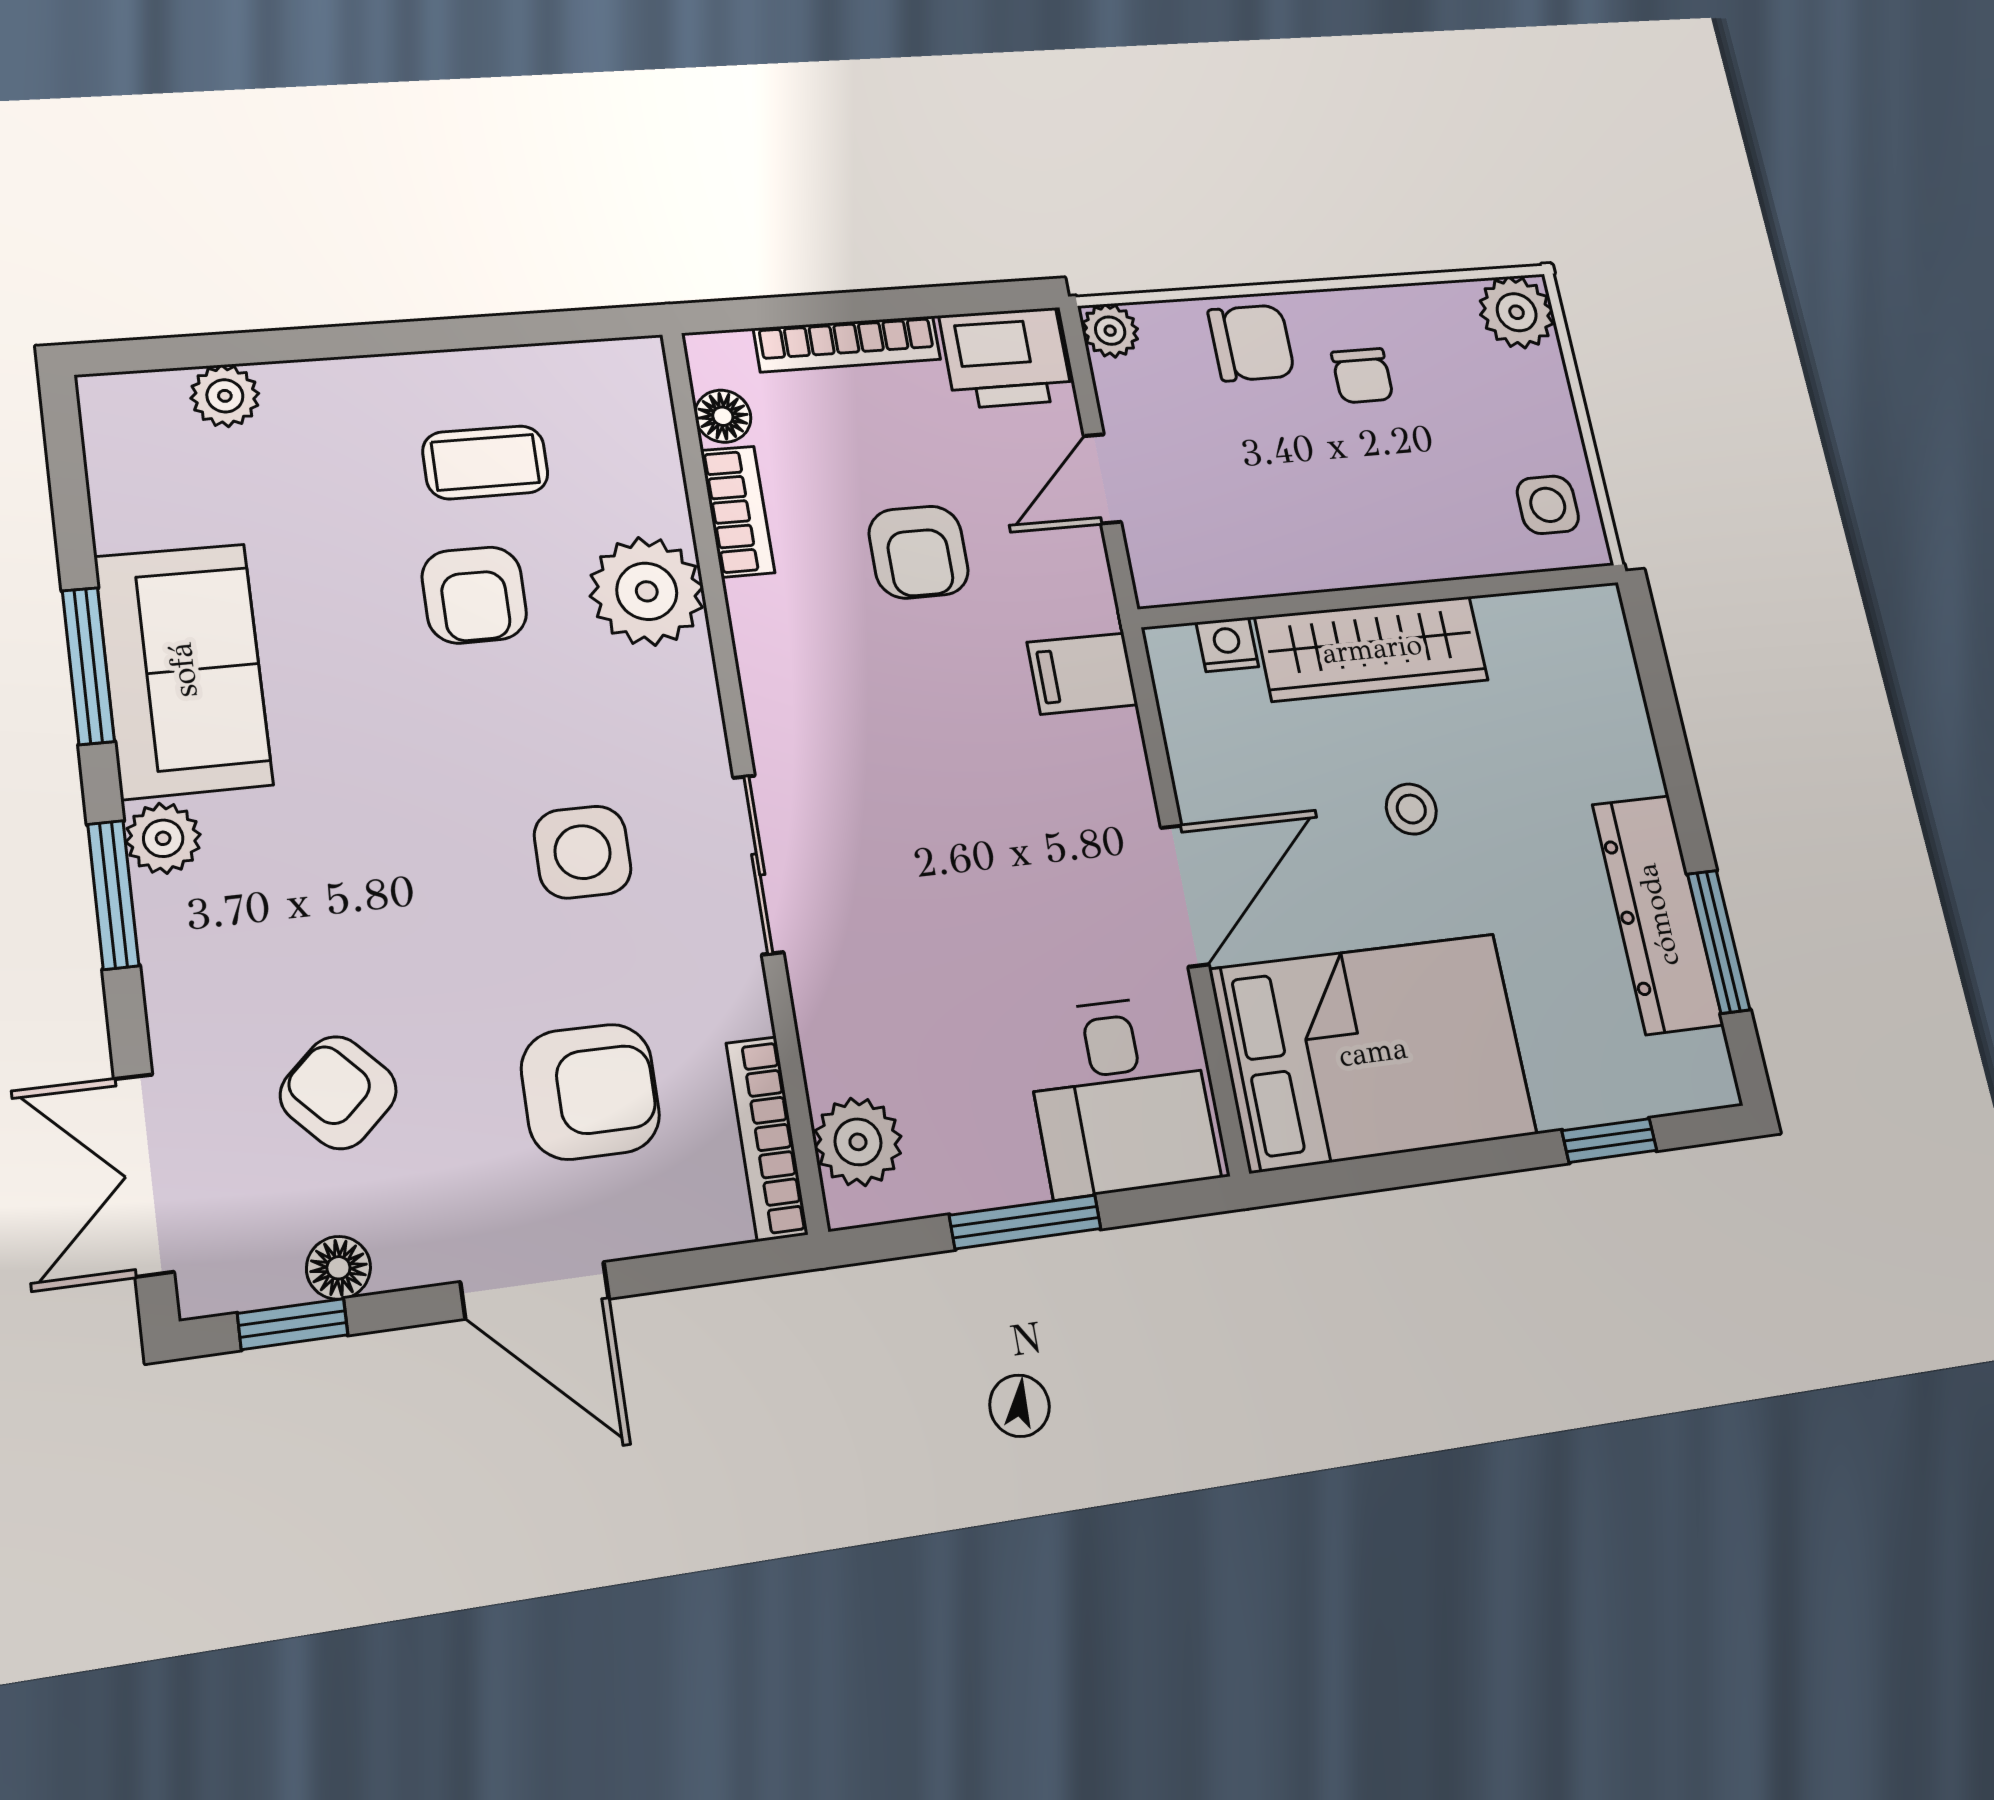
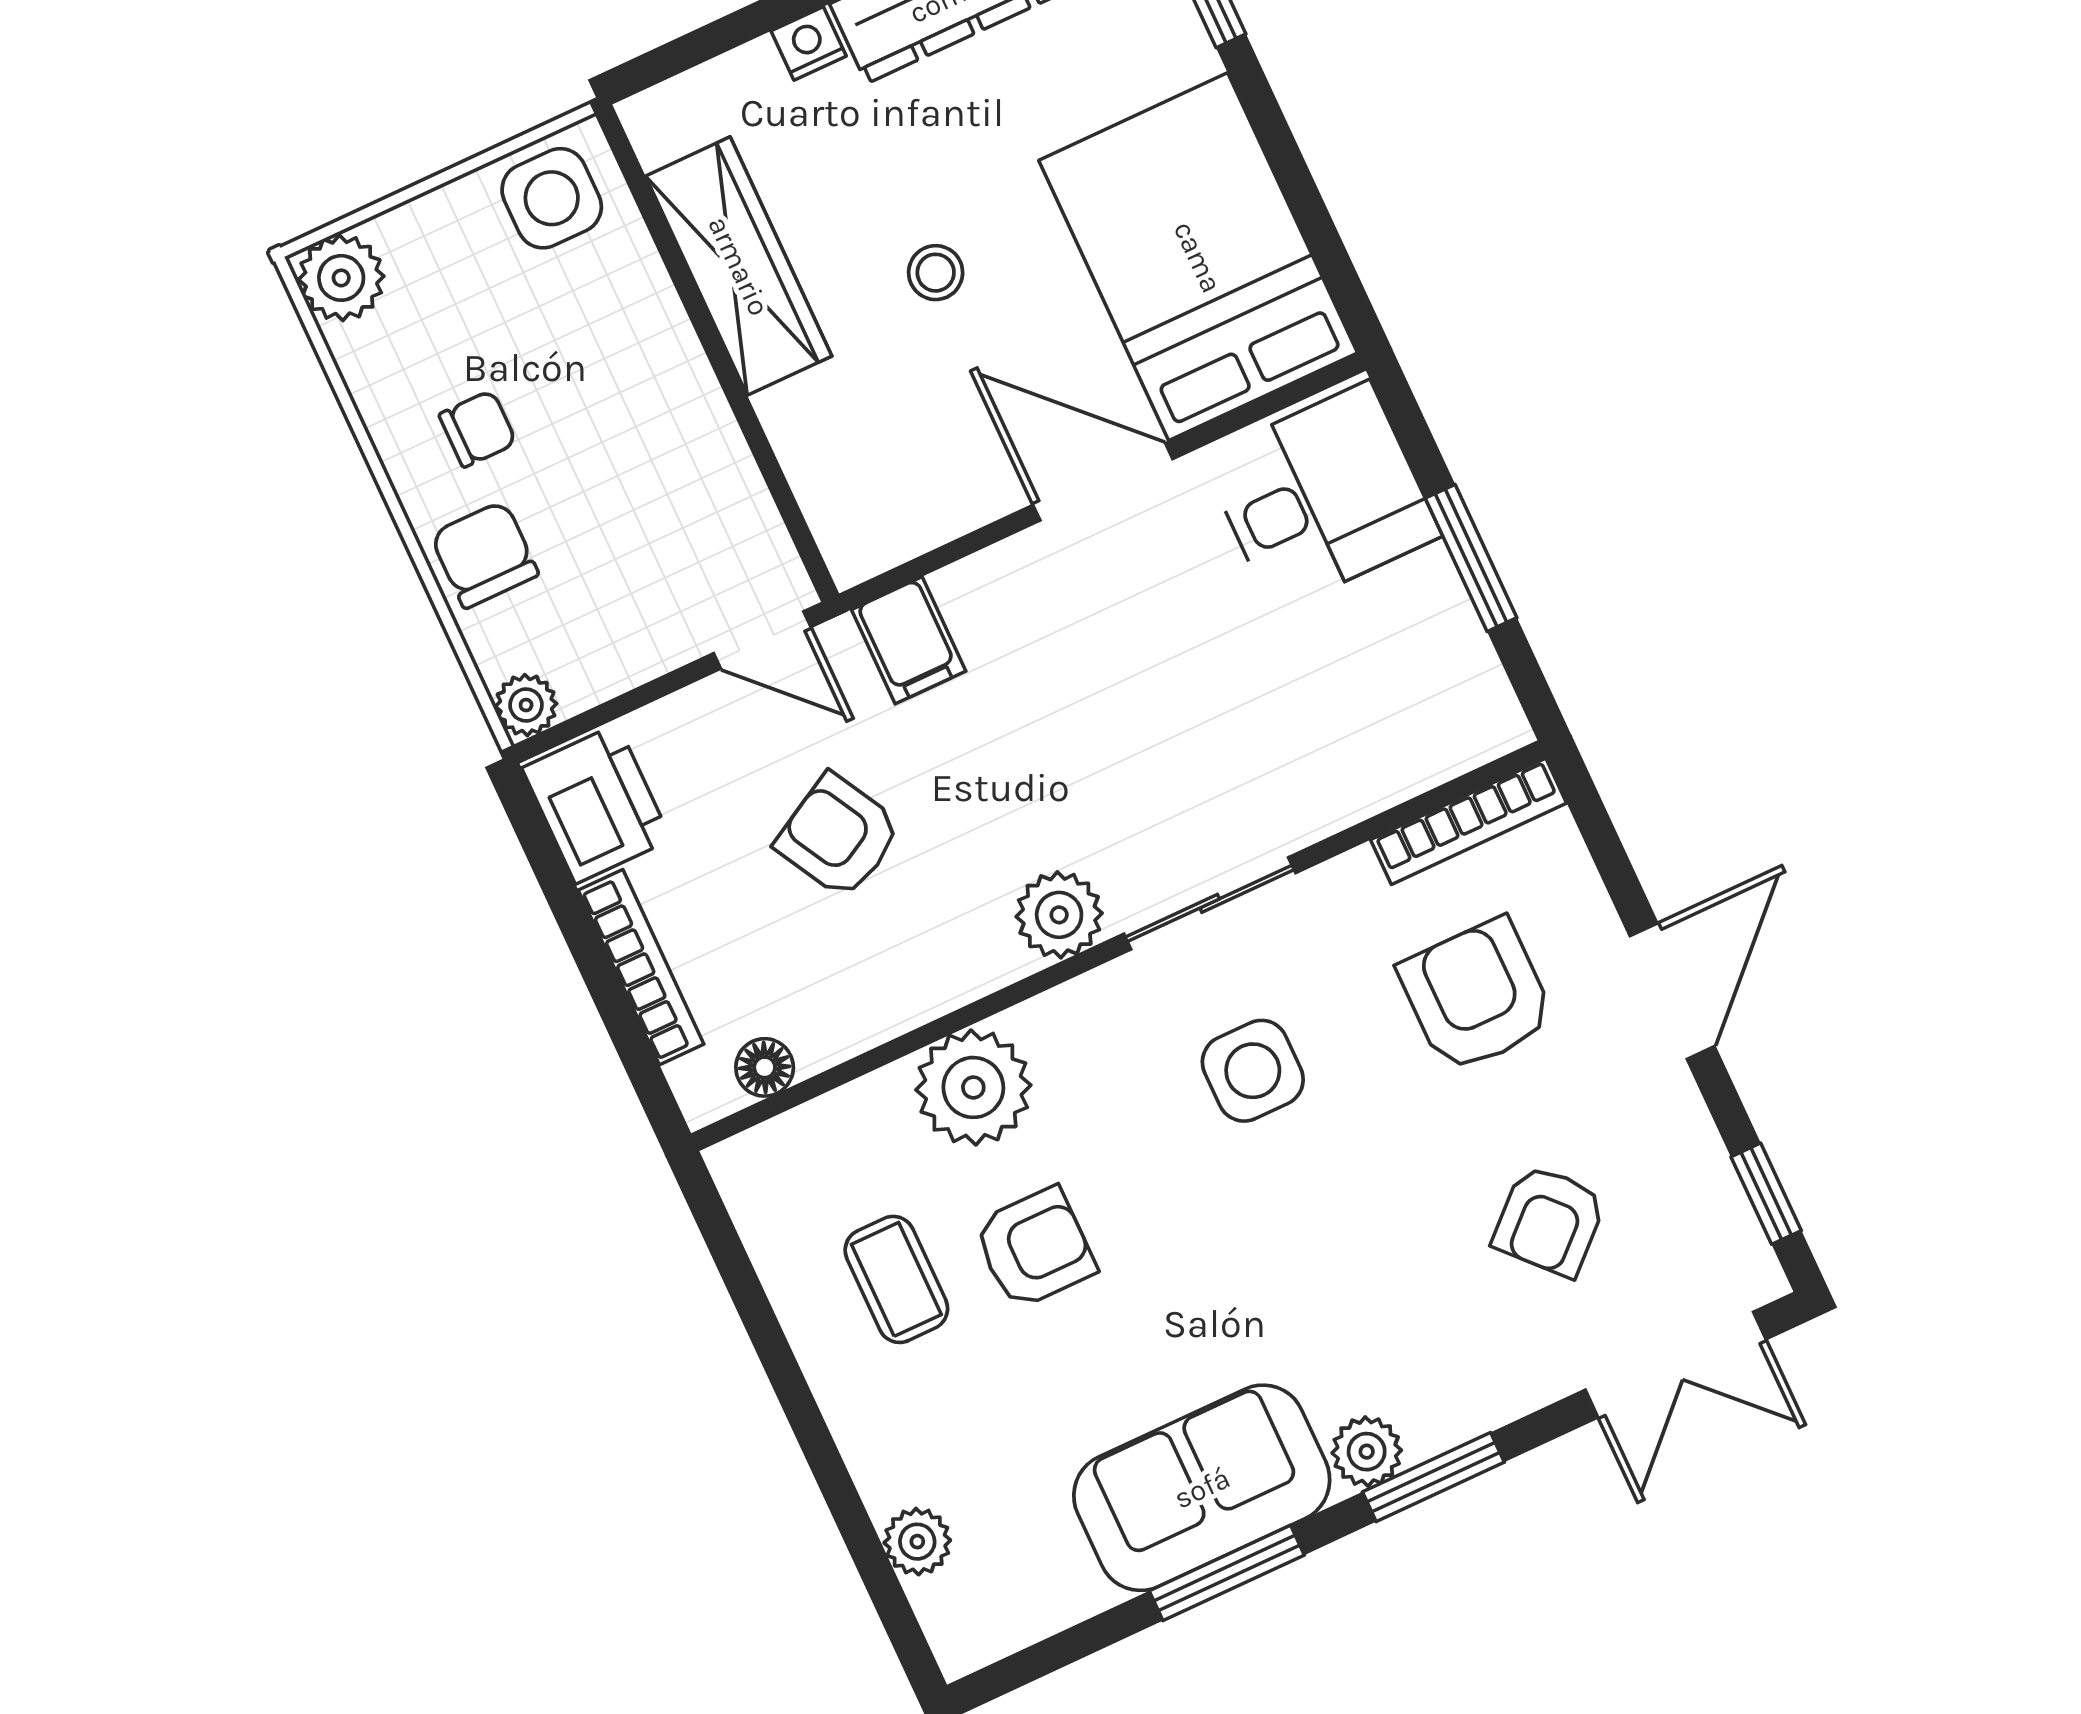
door: (1102, 479) -> (762, 640), moved
side table: (1548, 505) -> (552, 198), width x1.37, depth x1.37
bookcase: (738, 511) -> (860, 1024), removed
armchair: (919, 552) -> (839, 836), turned -119
nightstand: (1227, 644) -> (809, 43), moved, turned 90
wardrobe: (1372, 649) -> (739, 266), moved
plant: (858, 1142) -> (1059, 915), moved
floor lamp: (338, 1268) -> (1705, 1170), removed

